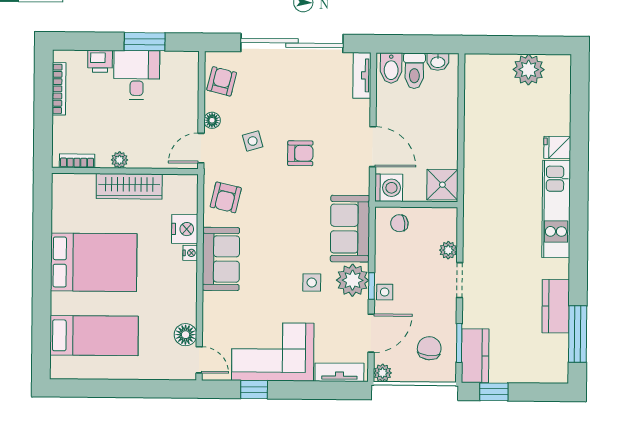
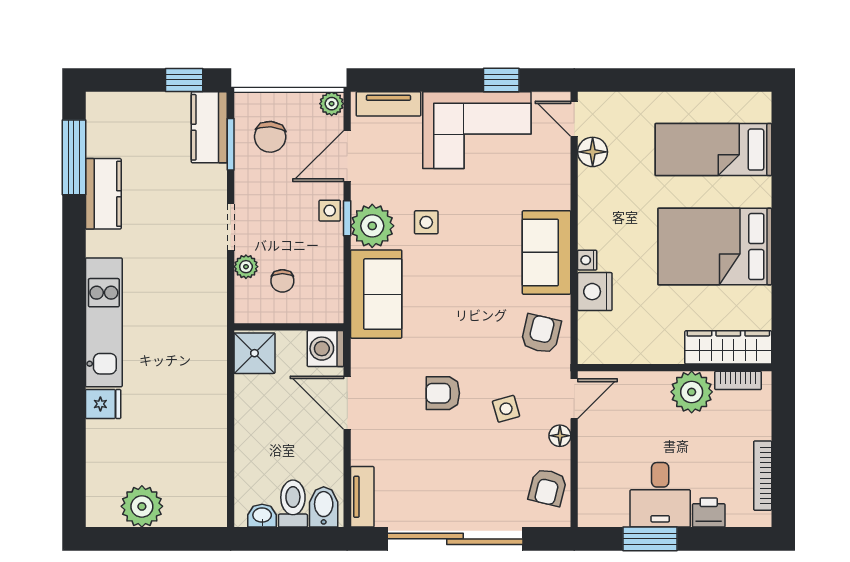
plant: (119, 160) -> (692, 392), width x1.87, depth x1.87
wardrobe: (129, 186) -> (728, 347), moved
chair: (399, 223) -> (282, 281), moved, turned 98

